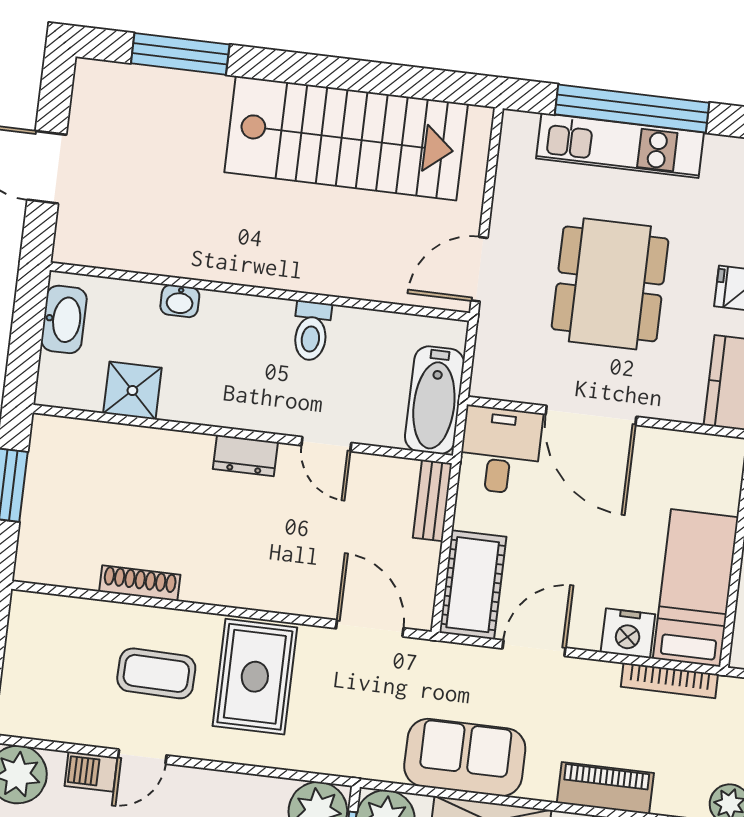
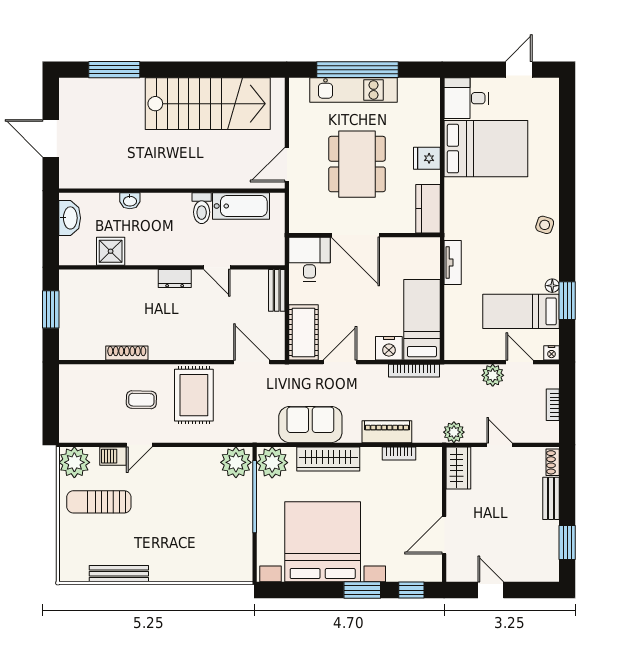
bathtub: (435, 400) -> (241, 206), moved, turned -90
coffee table: (156, 673) -> (141, 400), width x0.73, depth x0.77

